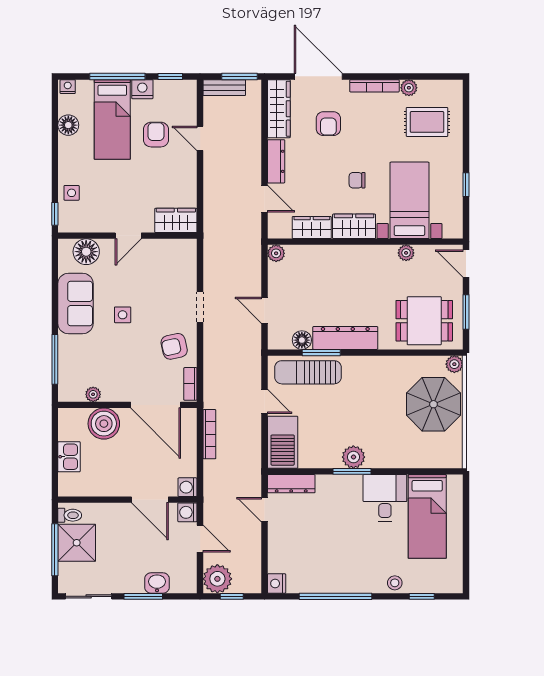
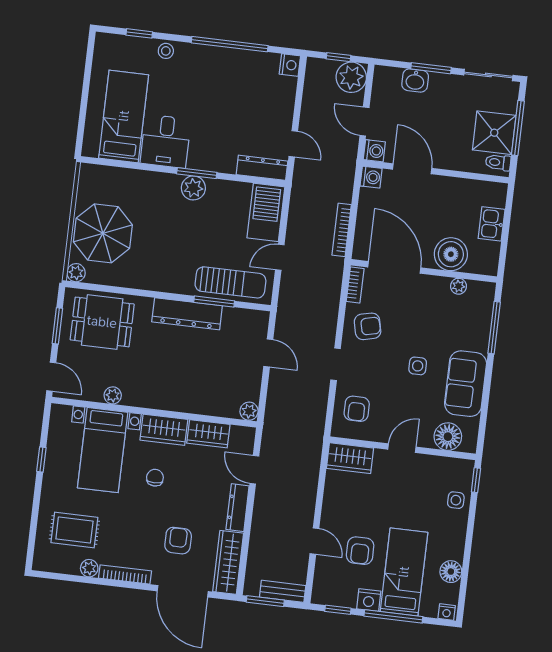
chair: (357, 180) -> (155, 478), turned -90
armchair: (175, 268) -> (357, 409), added
floor lamp: (302, 340) -> (233, 317), removed
door: (264, 402) -> (280, 257), hinge flipped

